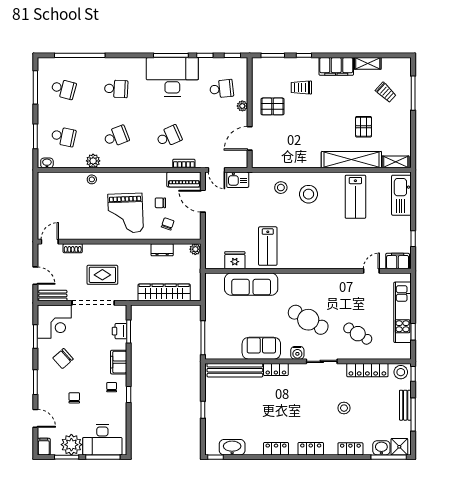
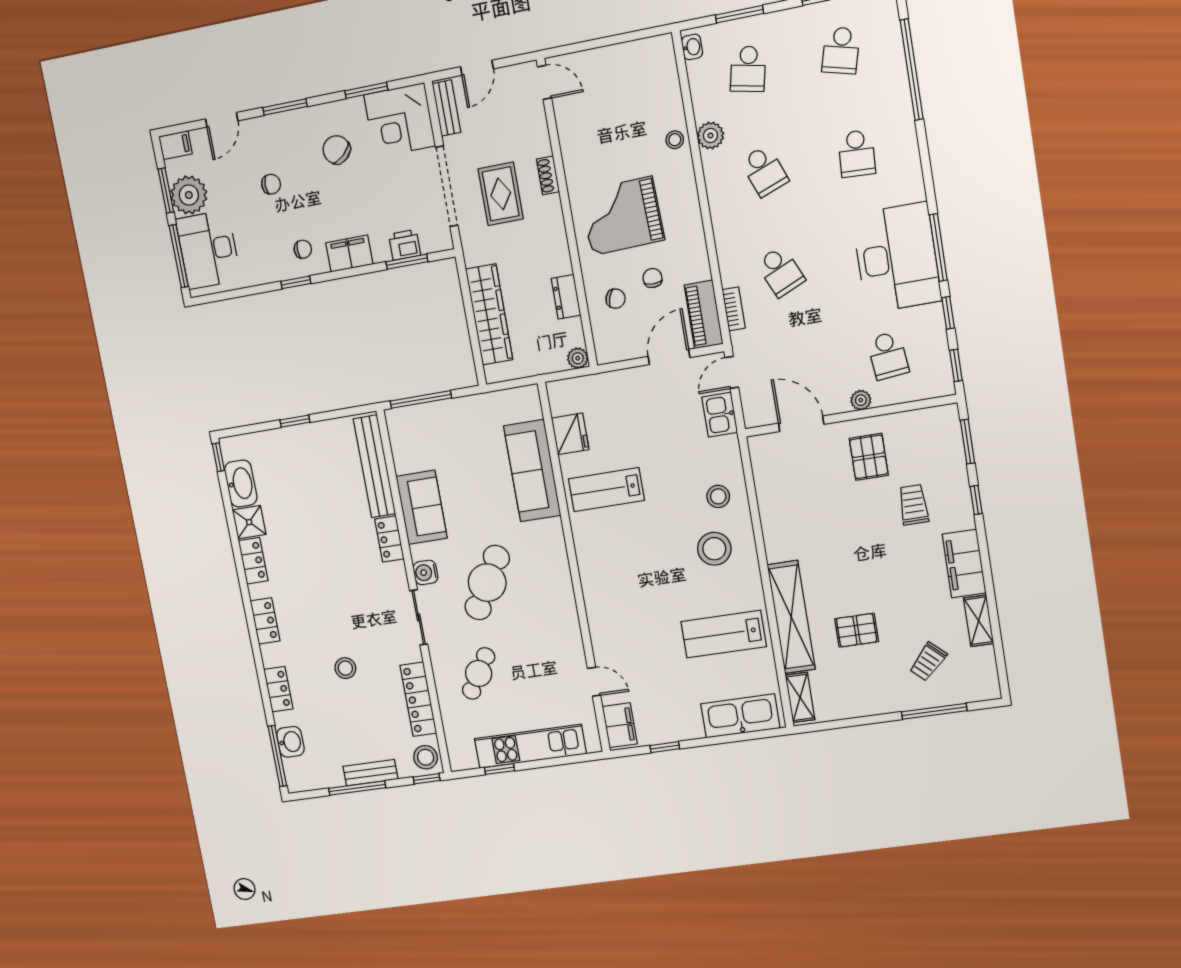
shoe rack: (73, 248) -> (548, 175), moved
shower: (399, 447) -> (249, 522), moved

